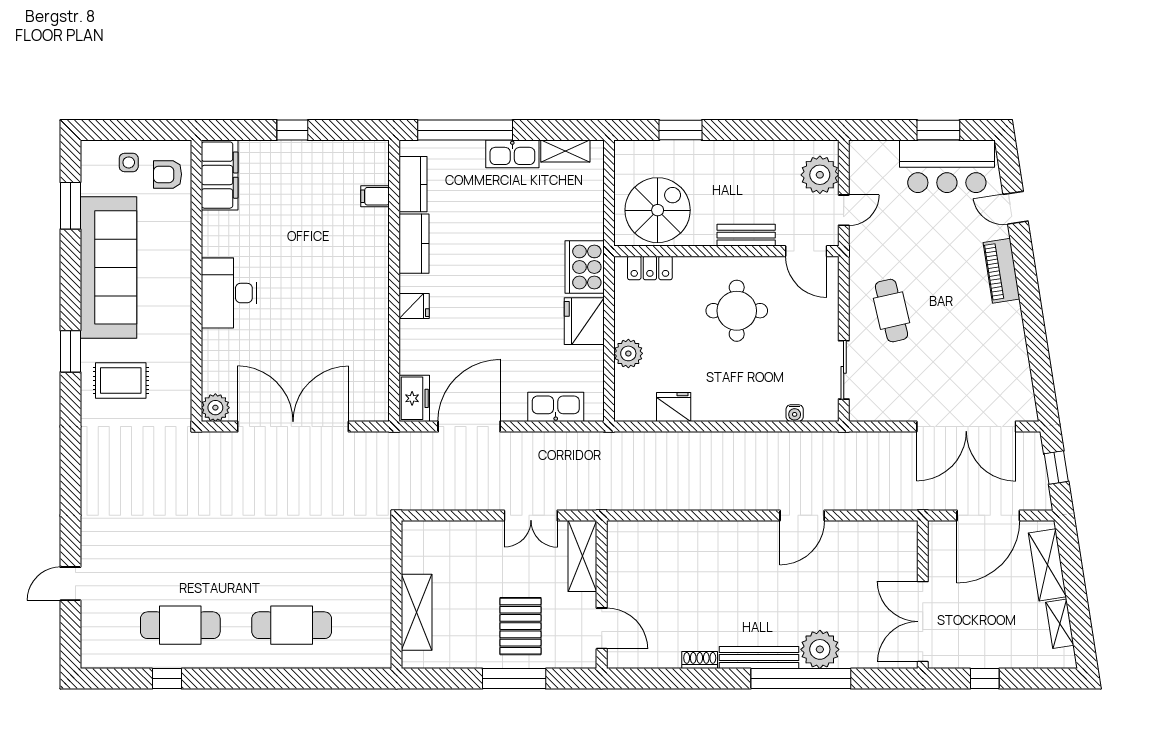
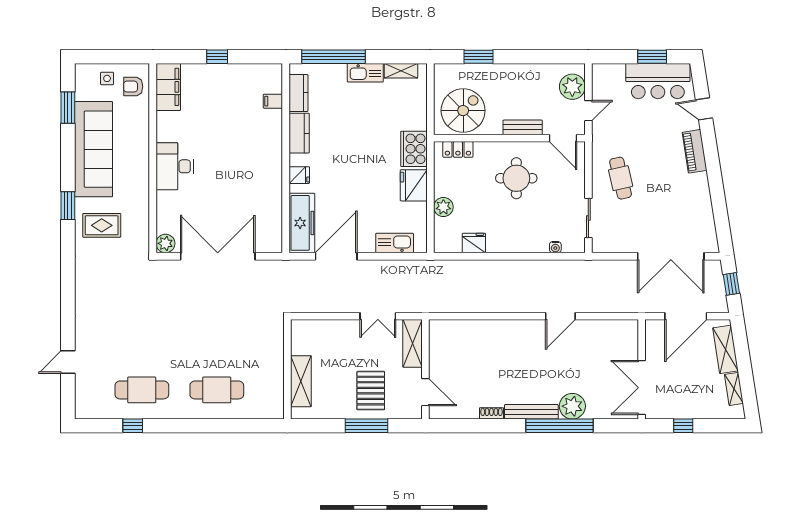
freezer: (414, 398) -> (302, 223), width x1.91, depth x1.26

